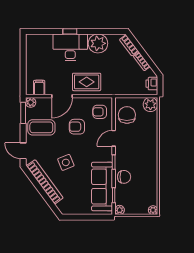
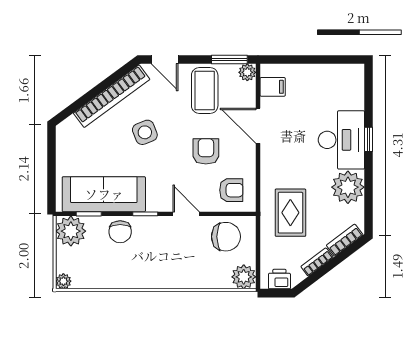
rug: (87, 82) -> (290, 213), moved
armchair: (100, 112) -> (231, 190), turned 90
door: (23, 151) -> (165, 60), swing flipped
plant: (120, 210) -> (71, 231), width x1.87, depth x1.87

